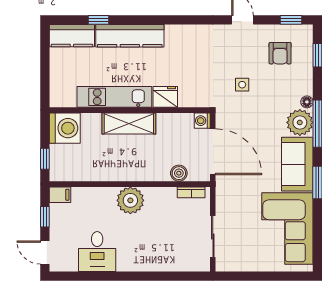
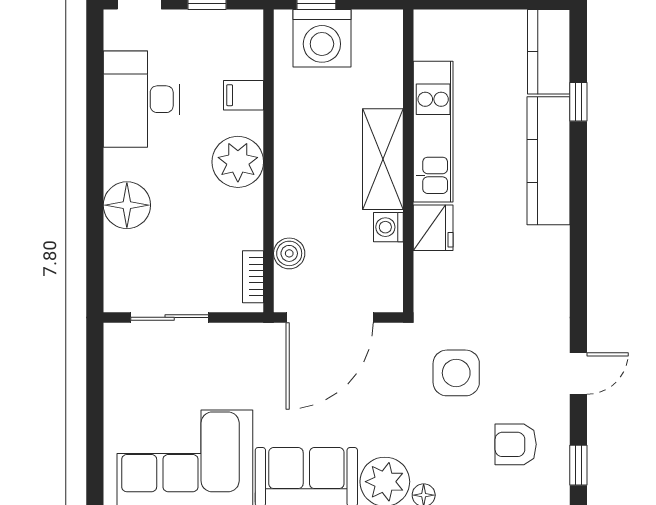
side table: (242, 85) -> (456, 373), width x1.87, depth x1.87
washing machine: (202, 121) -> (388, 227), moved, turned -90
washing machine: (65, 128) -> (322, 38), moved
filing cabinet: (60, 195) -> (244, 95), moved, turned 90
desk: (97, 252) -> (141, 99), width x1.37
floor lamp: (153, 259) -> (127, 205), added

